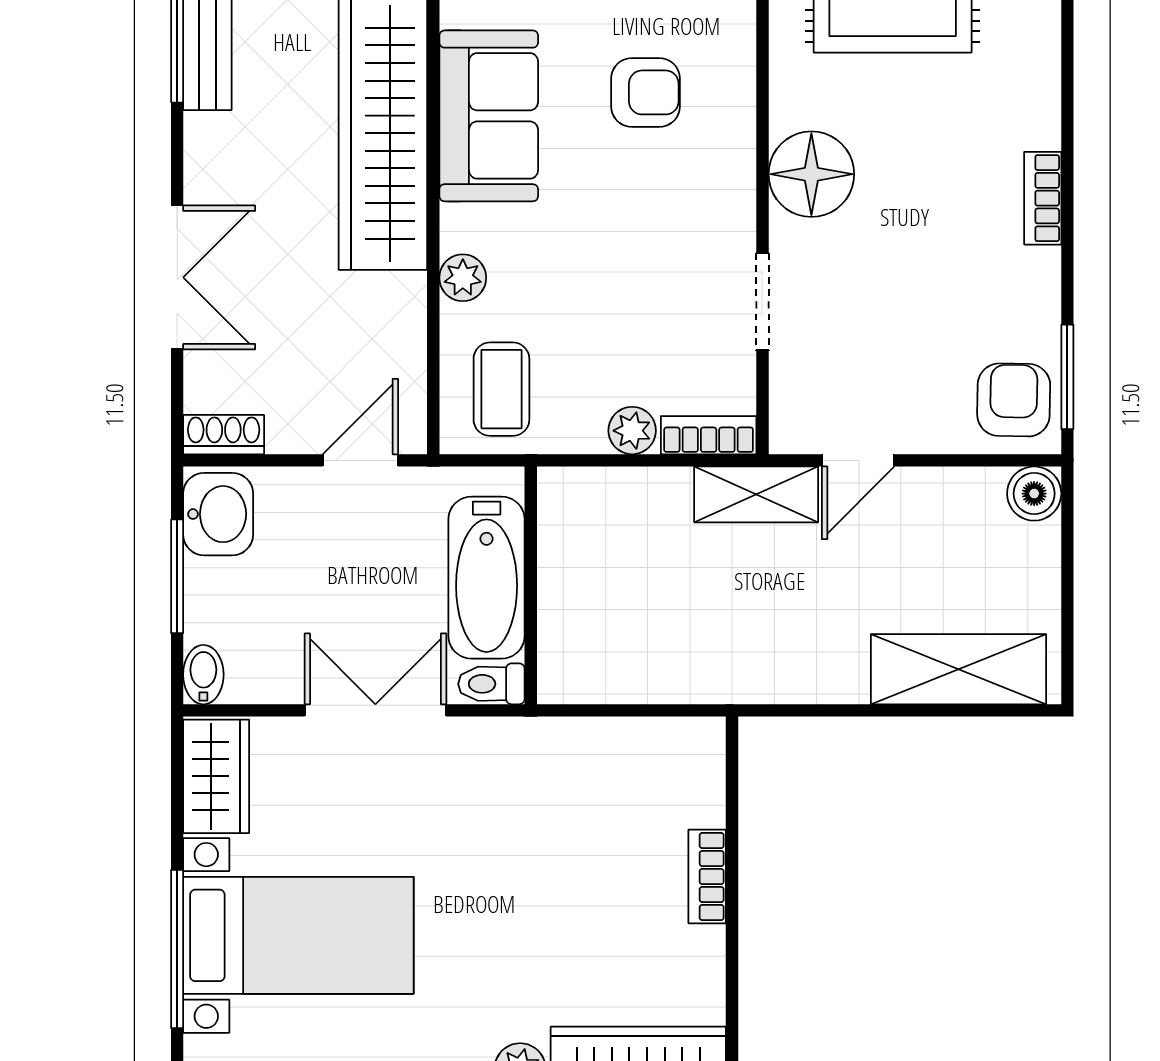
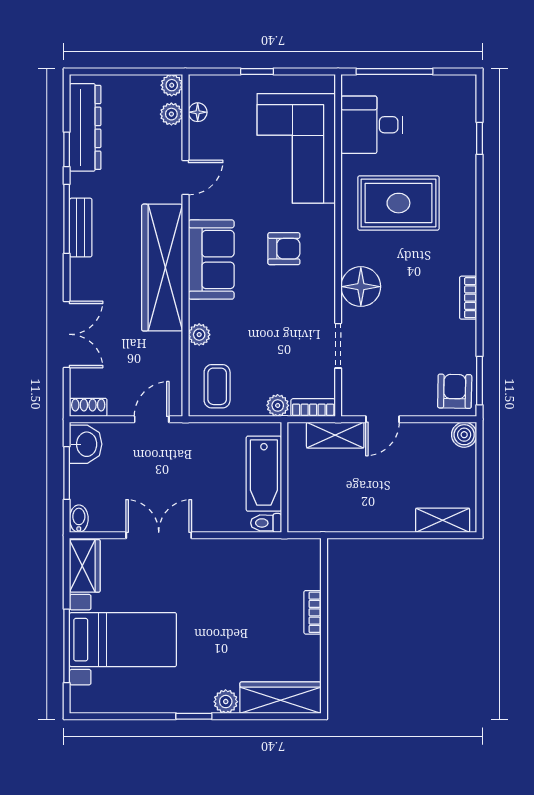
bathtub: (487, 578) -> (264, 474), moved
wall: (531, 585) -> (284, 477), moved
shelving: (959, 669) -> (443, 520), width x0.67, depth x0.75
toilet: (491, 684) -> (266, 523), moved

